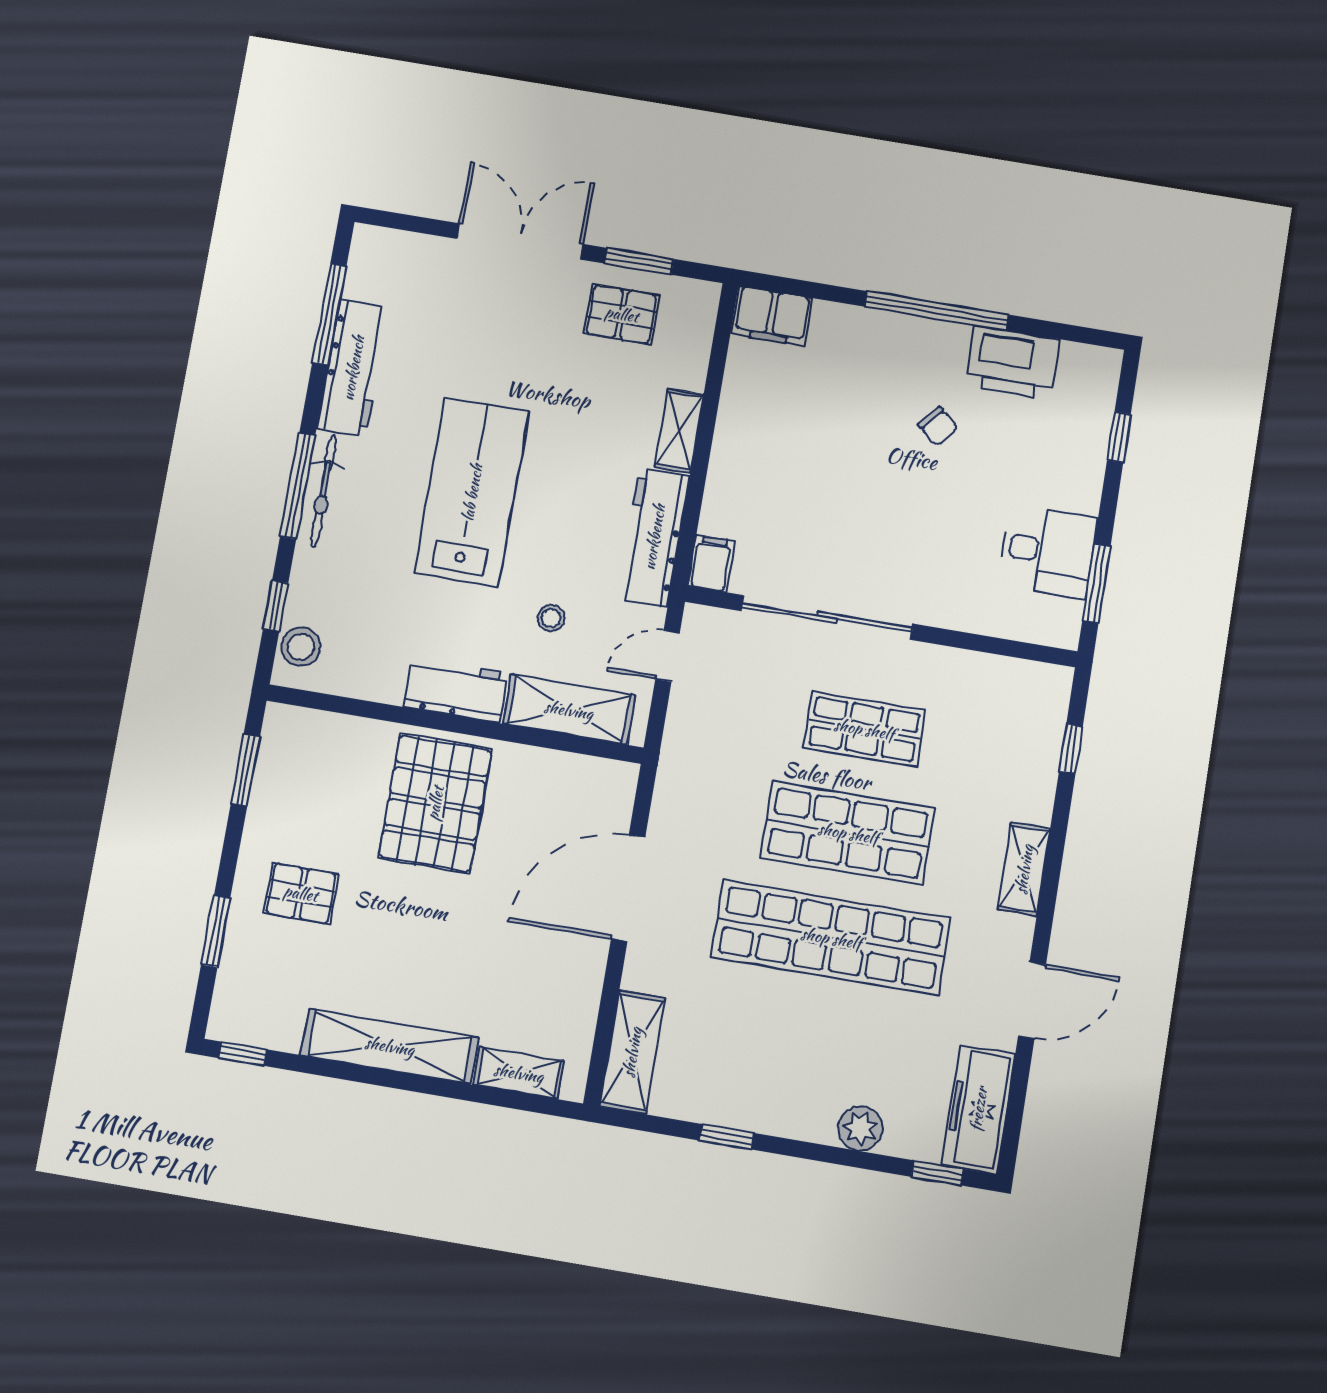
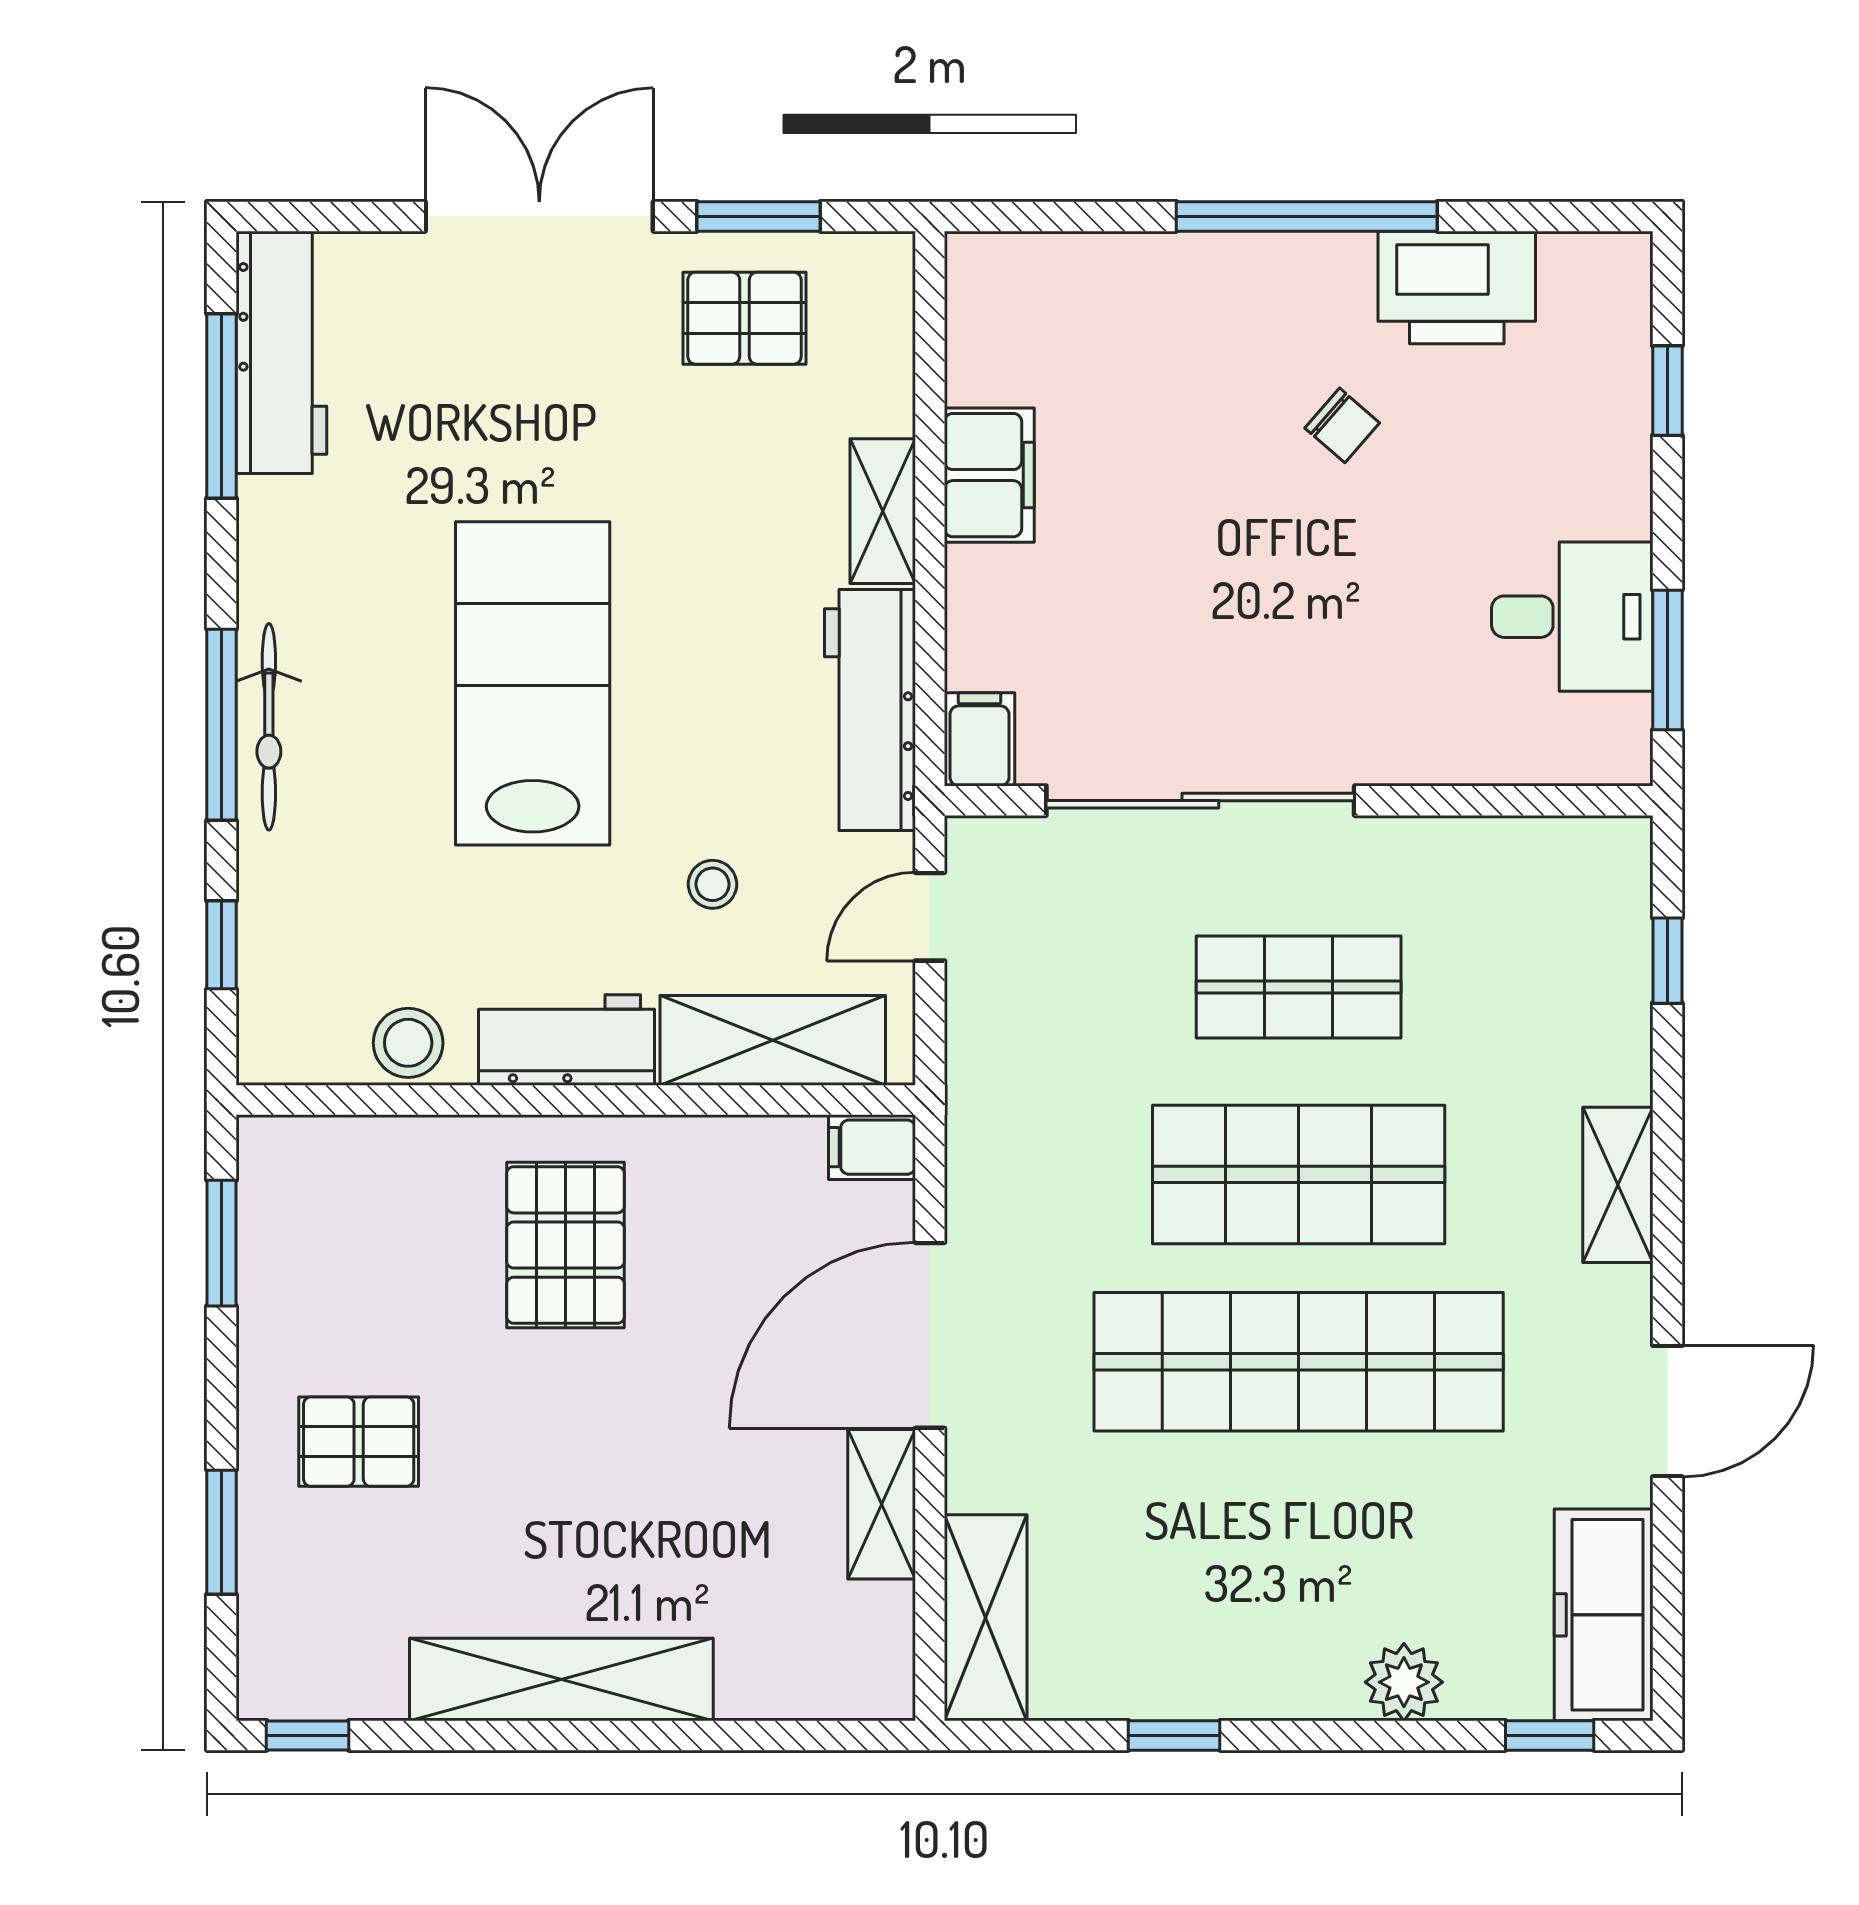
filing cabinet: (772, 316) -> (989, 475), moved, turned -90
workbench: (353, 368) -> (281, 353), moved
stool: (301, 647) -> (408, 1043), moved
filing cabinet: (614, 778) -> (872, 1147), added
pallet: (435, 803) -> (566, 1245), width x0.73, depth x0.71
shelving: (519, 1073) -> (882, 1504), moved, turned 90

